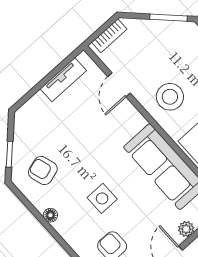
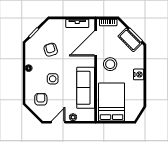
cot: (166, 32) -> (130, 40), added
door: (119, 85) -> (96, 43), width x1.88
armchair: (43, 170) -> (51, 50), moved

